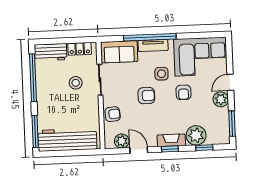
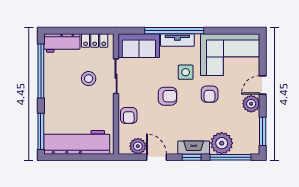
armchair: (113, 114) -> (129, 115), turned 94
window: (204, 148) -> (231, 157), width x2.17

